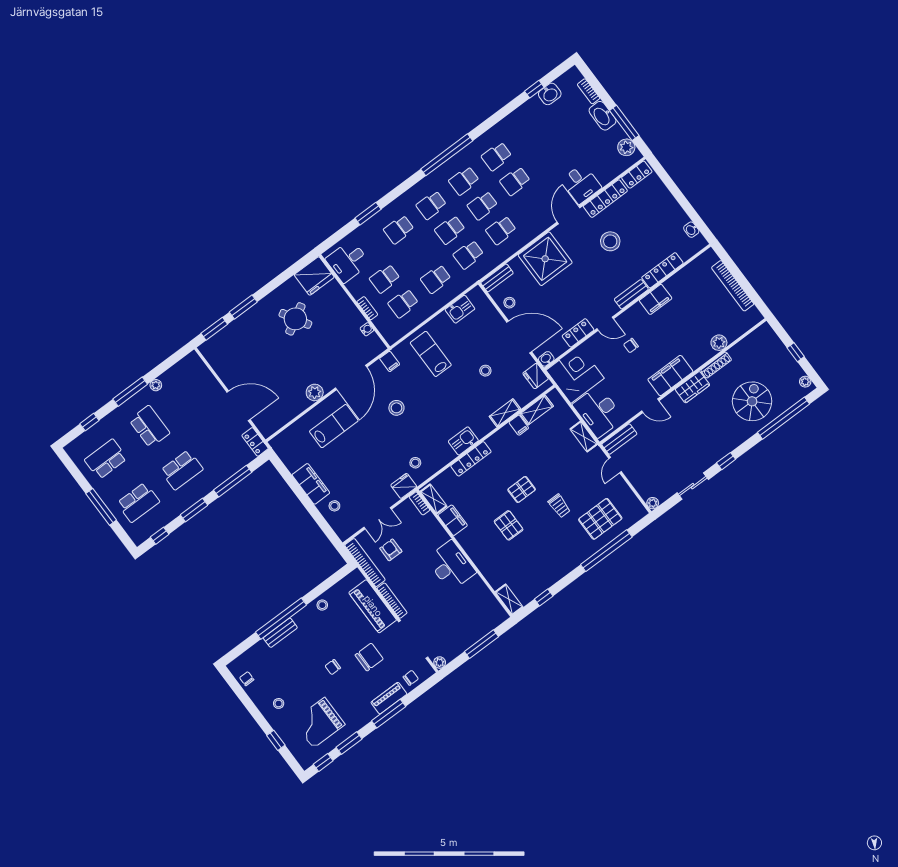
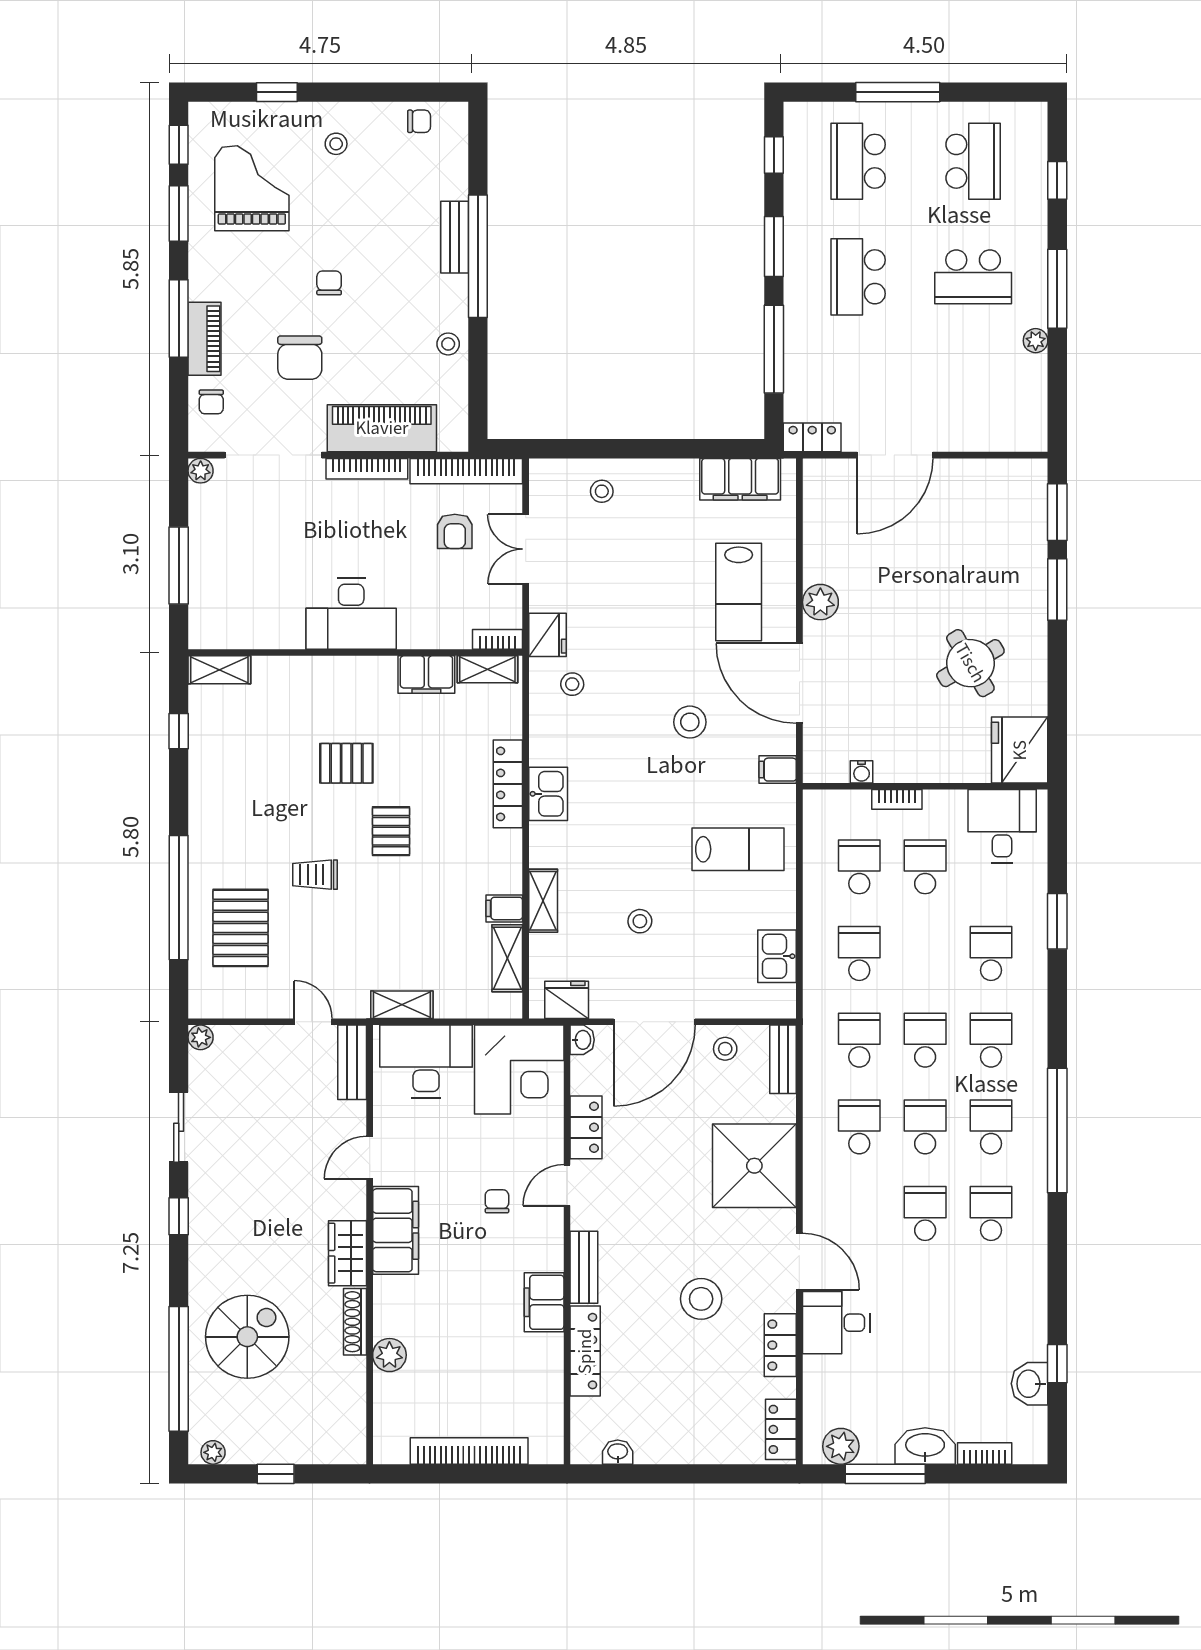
locker: (605, 199) -> (780, 1345), width x0.66
spiral stairs: (752, 401) -> (247, 1337), turned -90
filing cabinet: (311, 484) -> (740, 479), moved
armchair: (391, 550) -> (455, 531), turned 90

